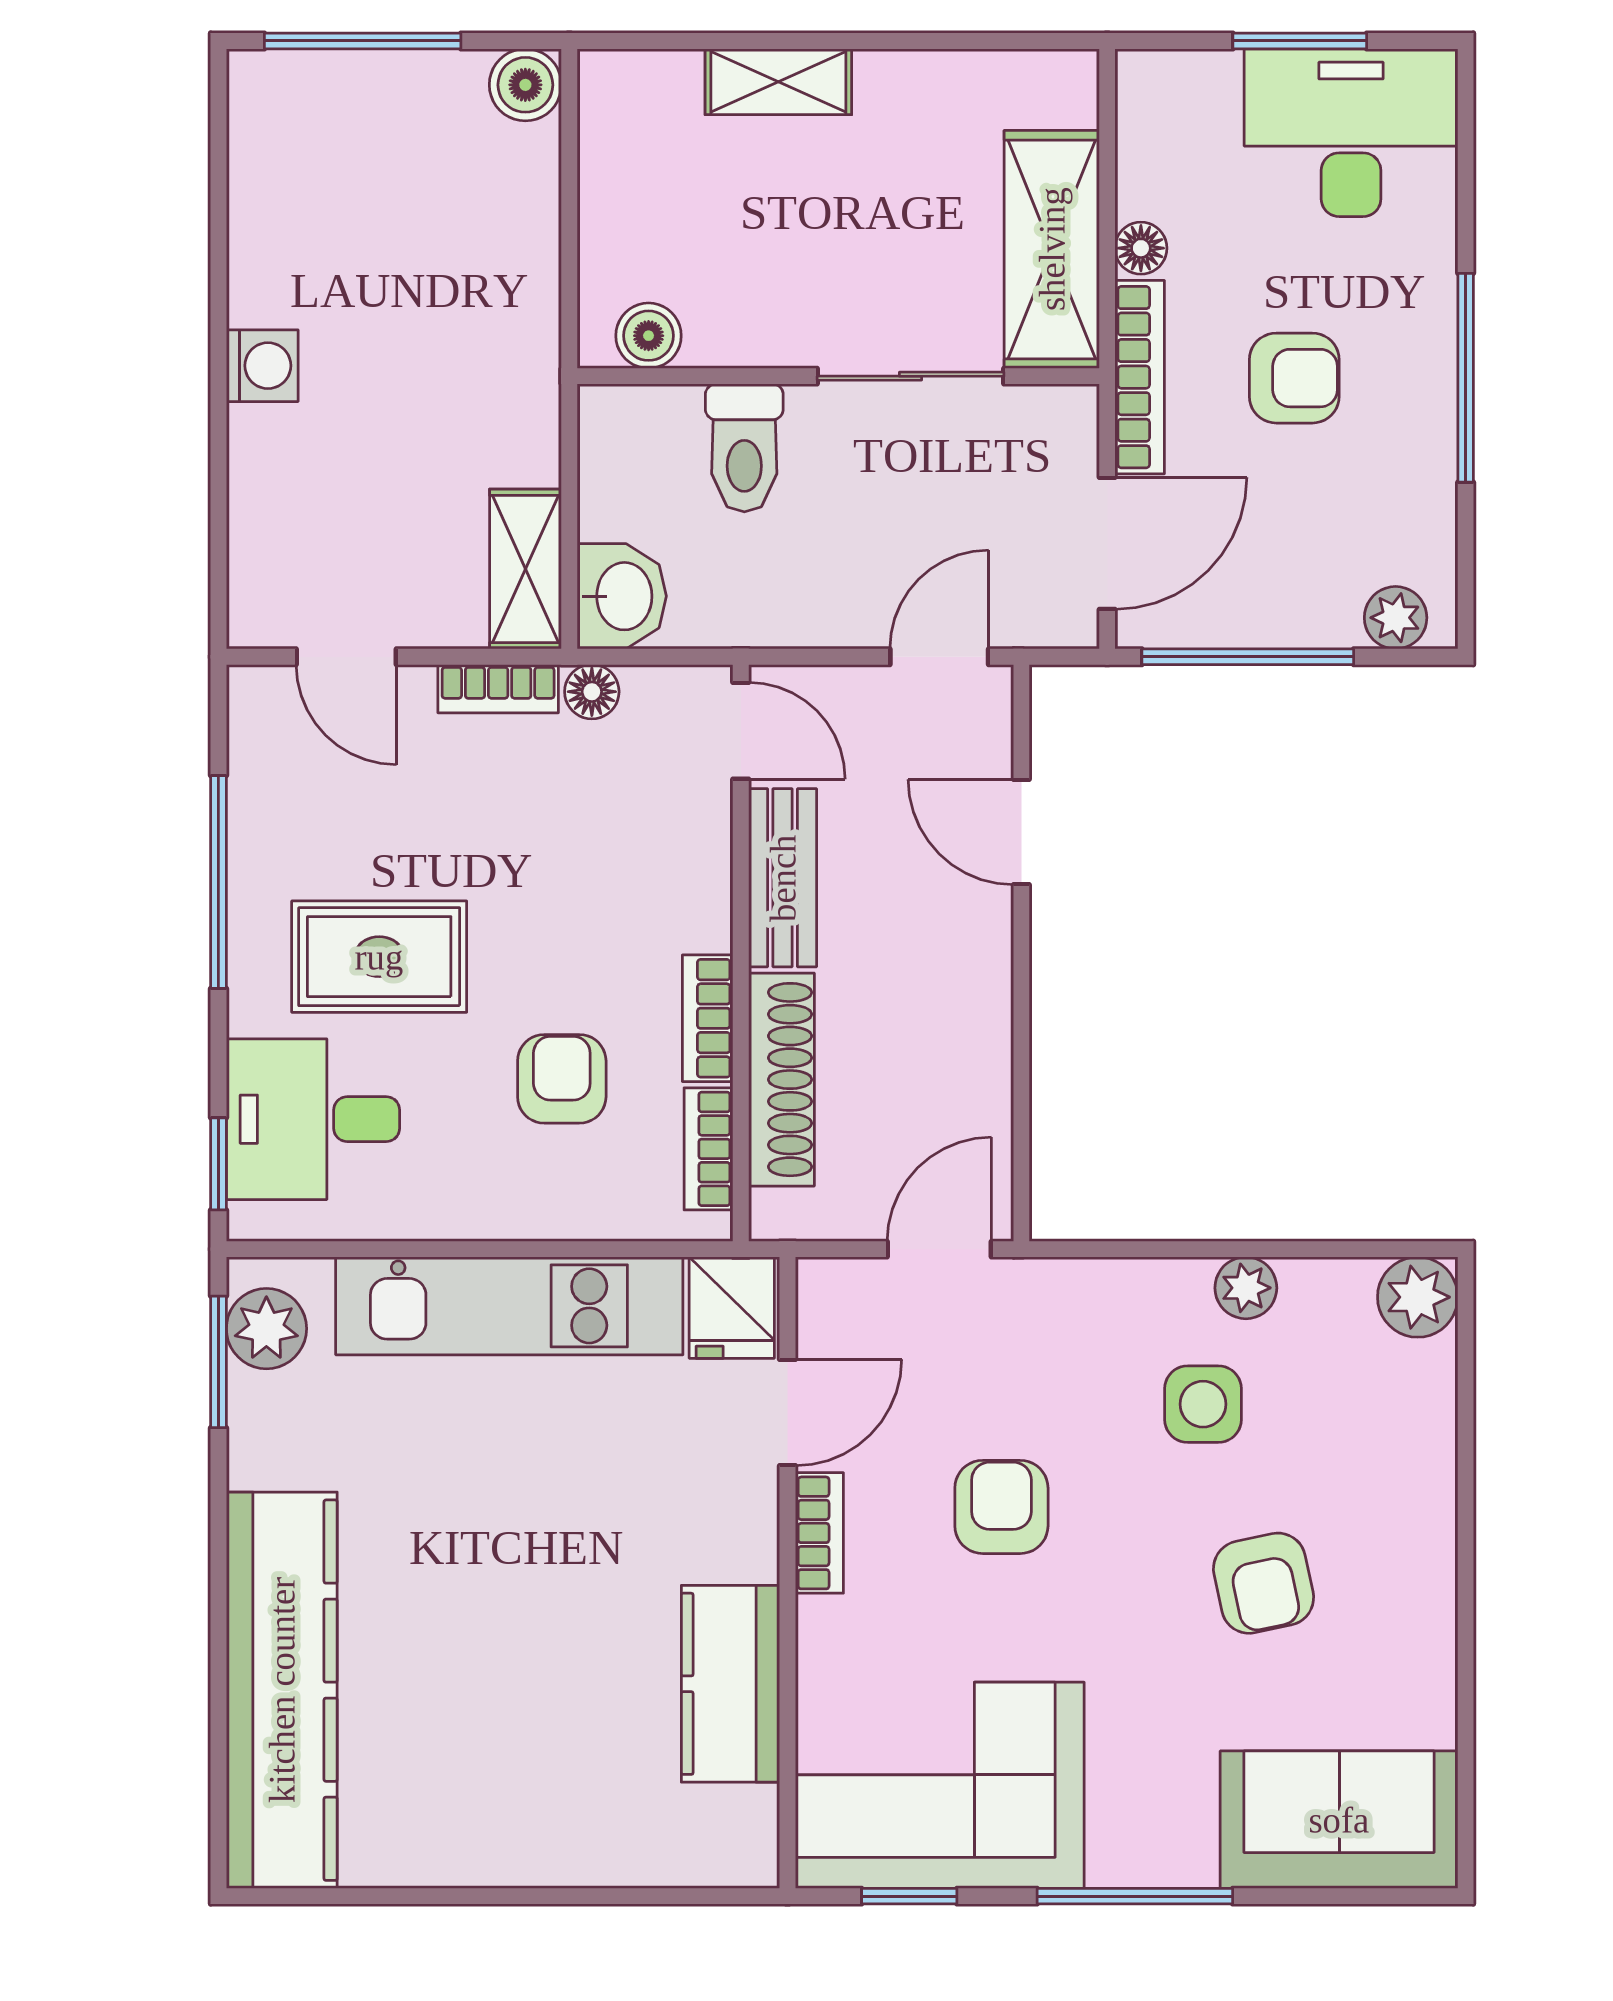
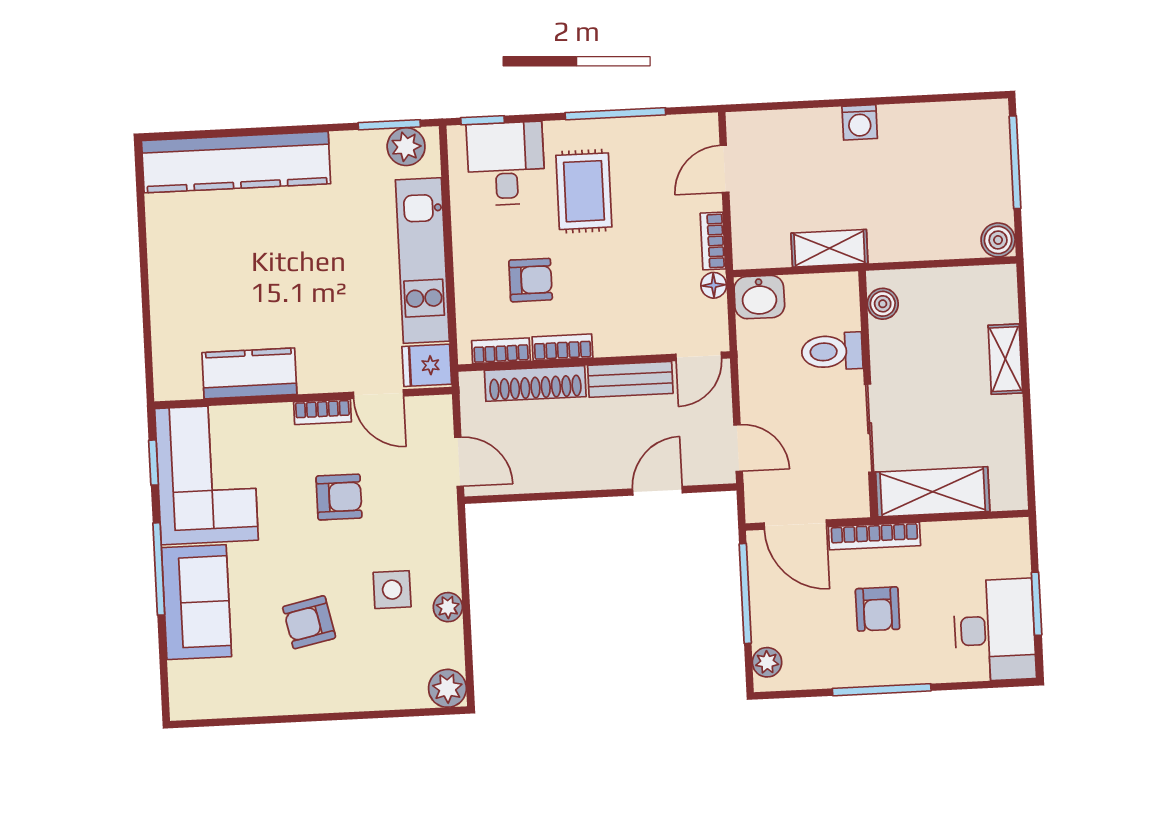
floor lamp: (1141, 248) -> (935, 534), removed
shelving: (525, 569) -> (829, 248), moved
sofa: (1339, 1820) -> (196, 602), moved

